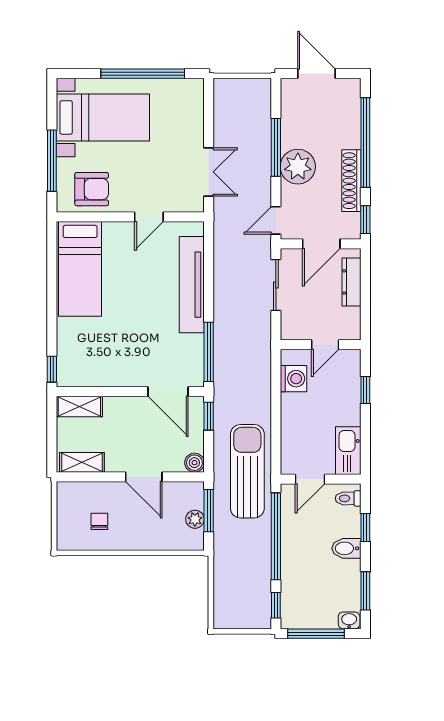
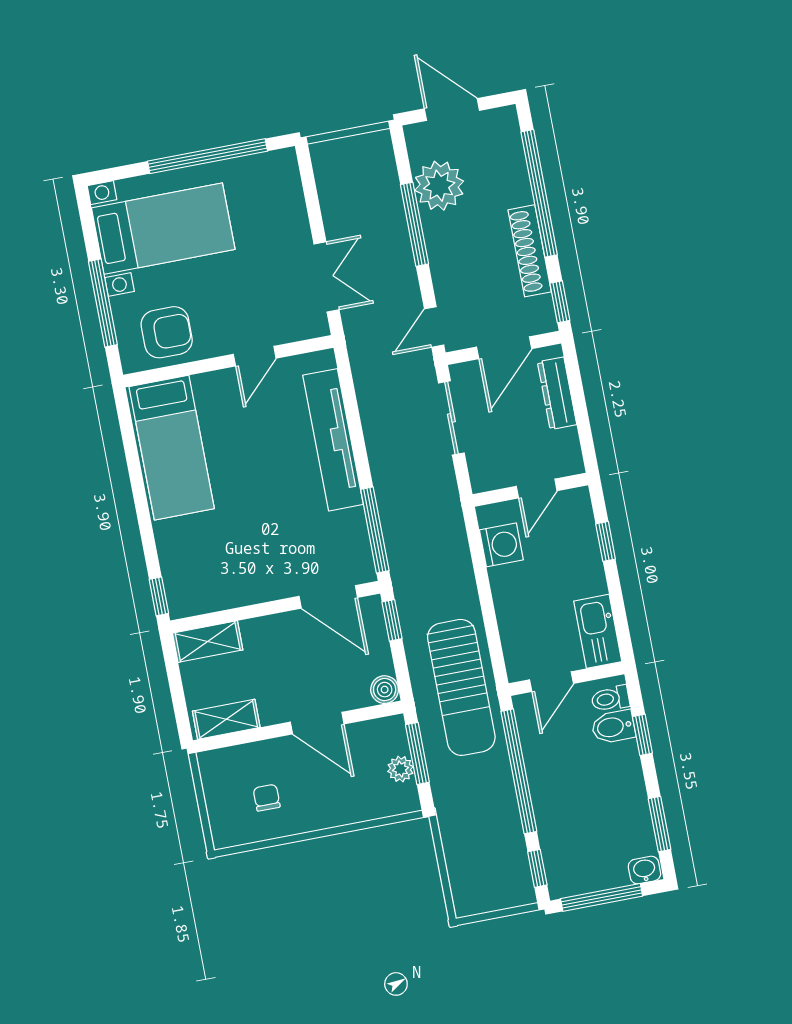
plant: (298, 167) -> (439, 186), moved
sun lounger: (247, 471) -> (461, 687), turned 180
bidet: (346, 548) -> (613, 727), moved

